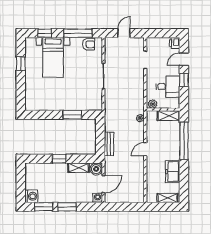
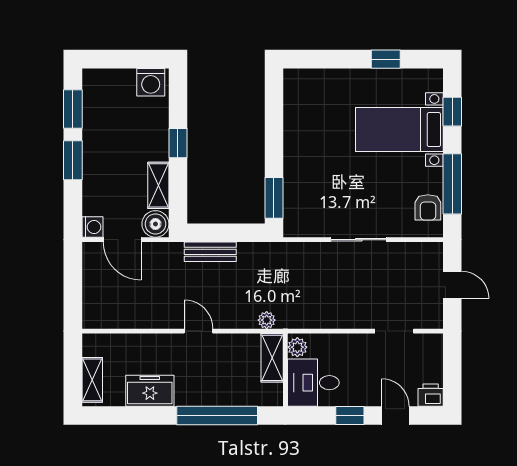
desk: (168, 87) -> (313, 383), moved, turned 90
window: (72, 115) -> (274, 198), moved
shelving: (169, 116) -> (272, 358), moved
washing machine: (31, 196) -> (151, 82), moved

